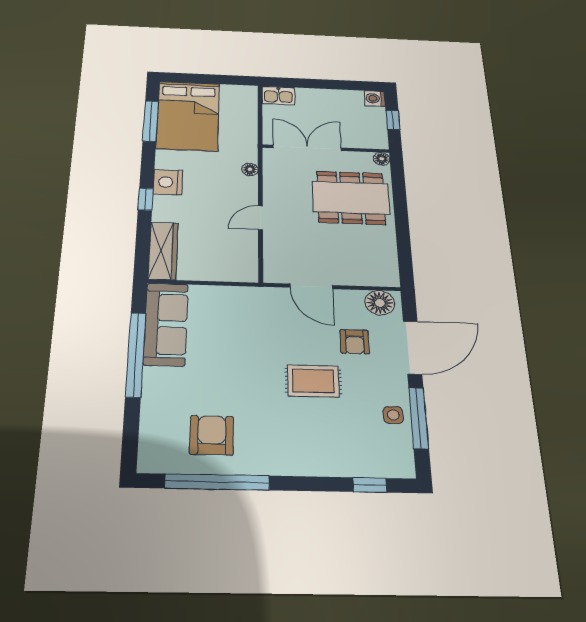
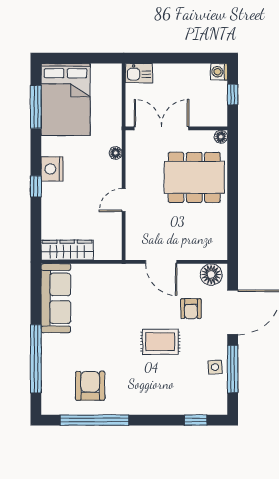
wardrobe: (163, 251) -> (67, 250), moved, turned -90
window: (136, 354) -> (36, 359), moved

